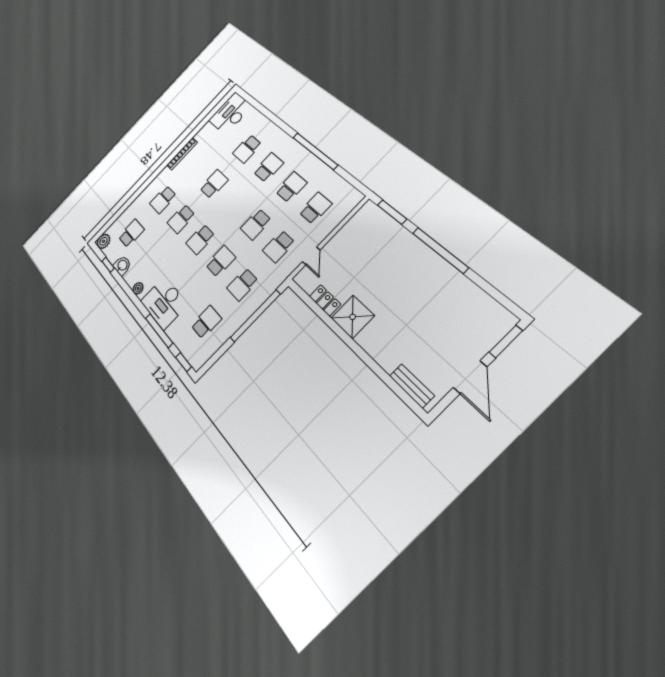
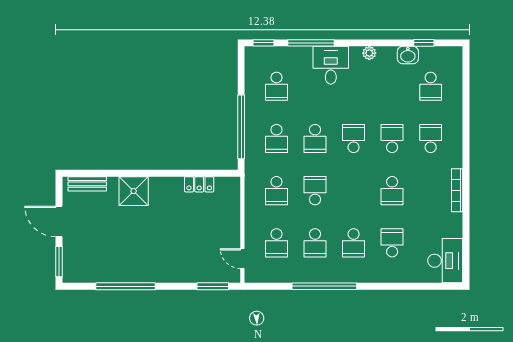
plant: (103, 241) -> (453, 55), removed
school desk: (279, 246) -> (277, 191), turned 180
window: (440, 250) -> (125, 286), moved
door: (311, 256) -> (242, 259), moved
school desk: (242, 284) -> (277, 138), turned 180
desk: (164, 303) -> (331, 65), width x0.73
shower: (353, 317) -> (134, 191), moved

